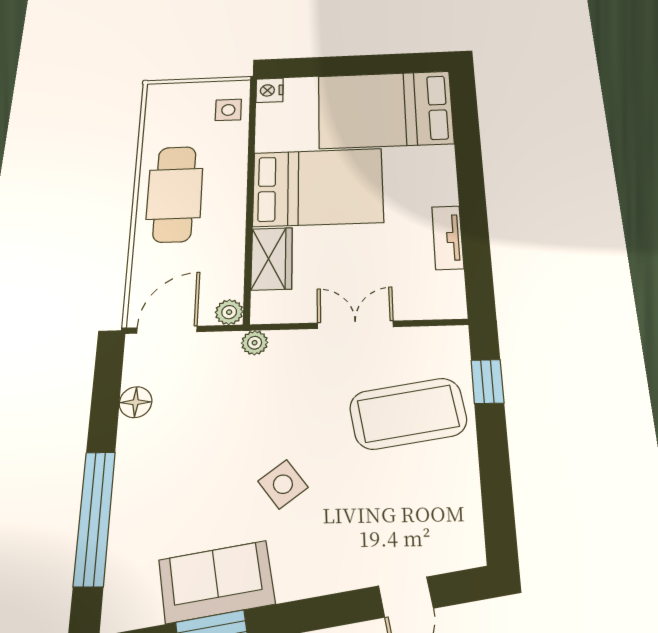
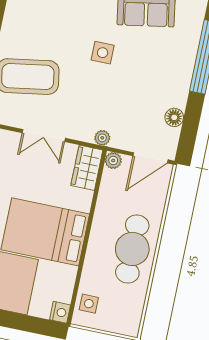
wardrobe: (272, 259) -> (87, 168), moved
side table: (283, 484) -> (103, 53), turned 37

